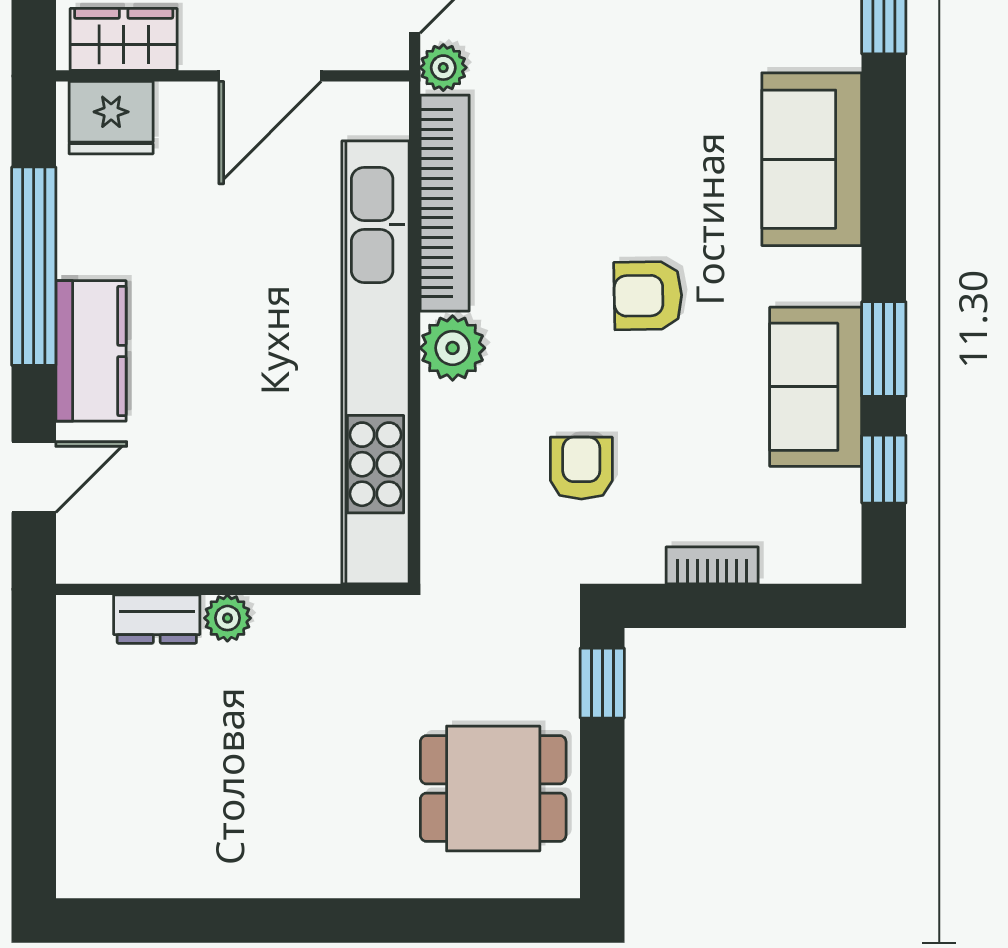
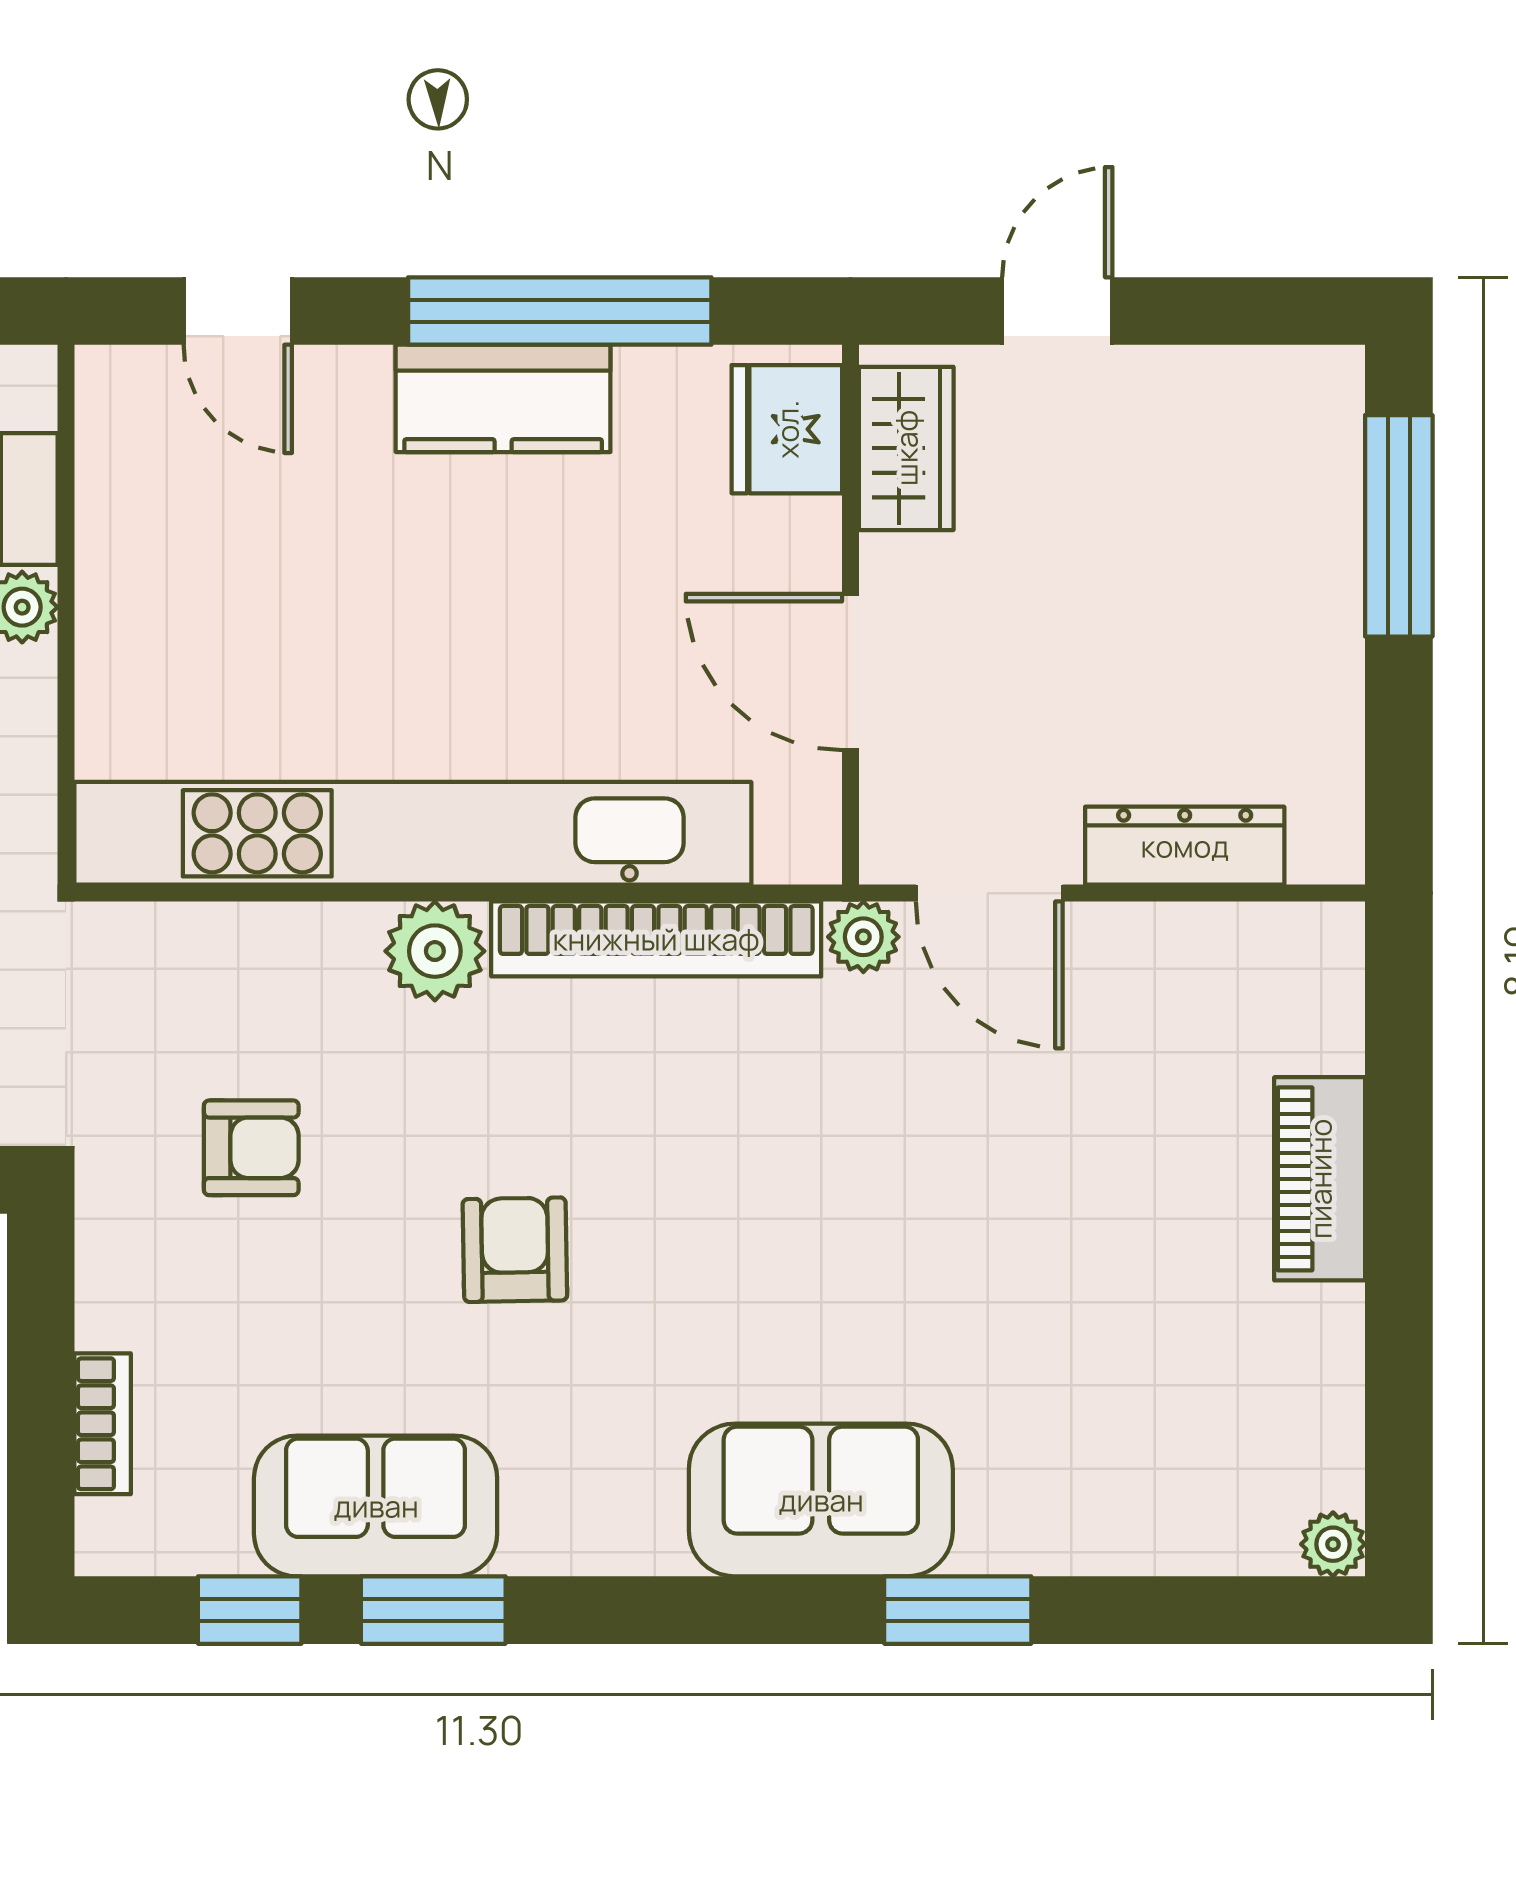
sofa: (812, 159) -> (821, 1500), moved
kitchen counter: (91, 351) -> (503, 398), moved
bookcase: (712, 565) -> (103, 1424), moved

